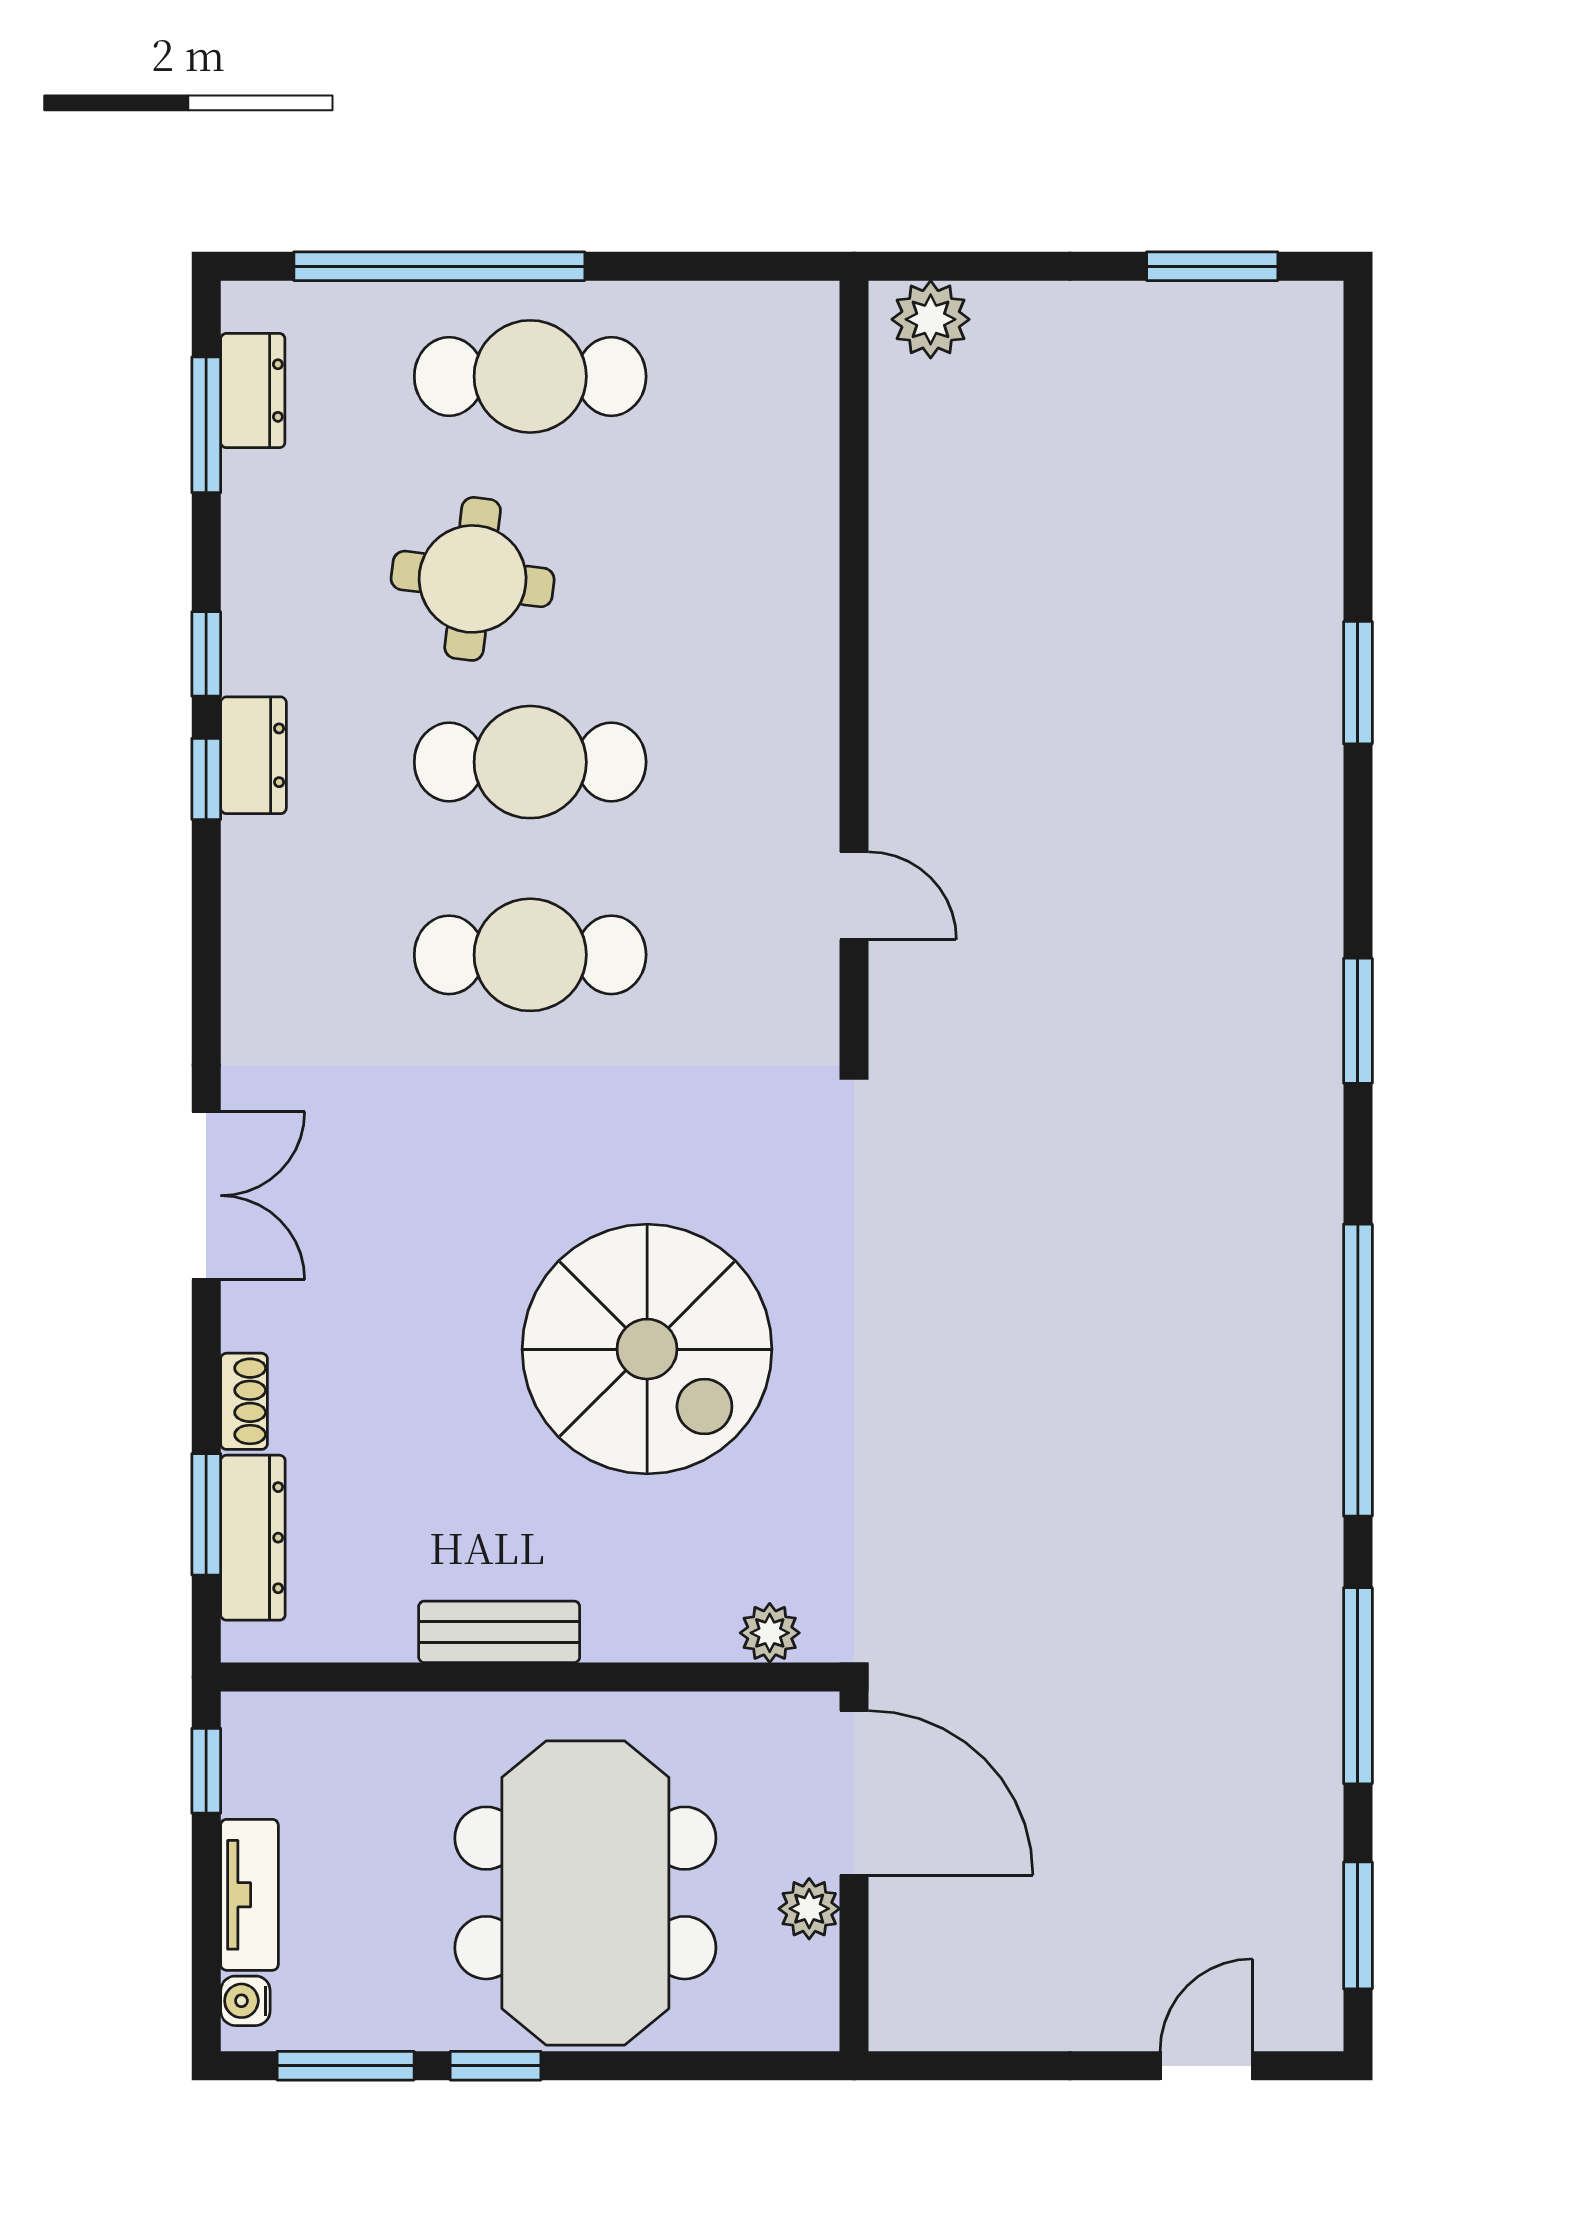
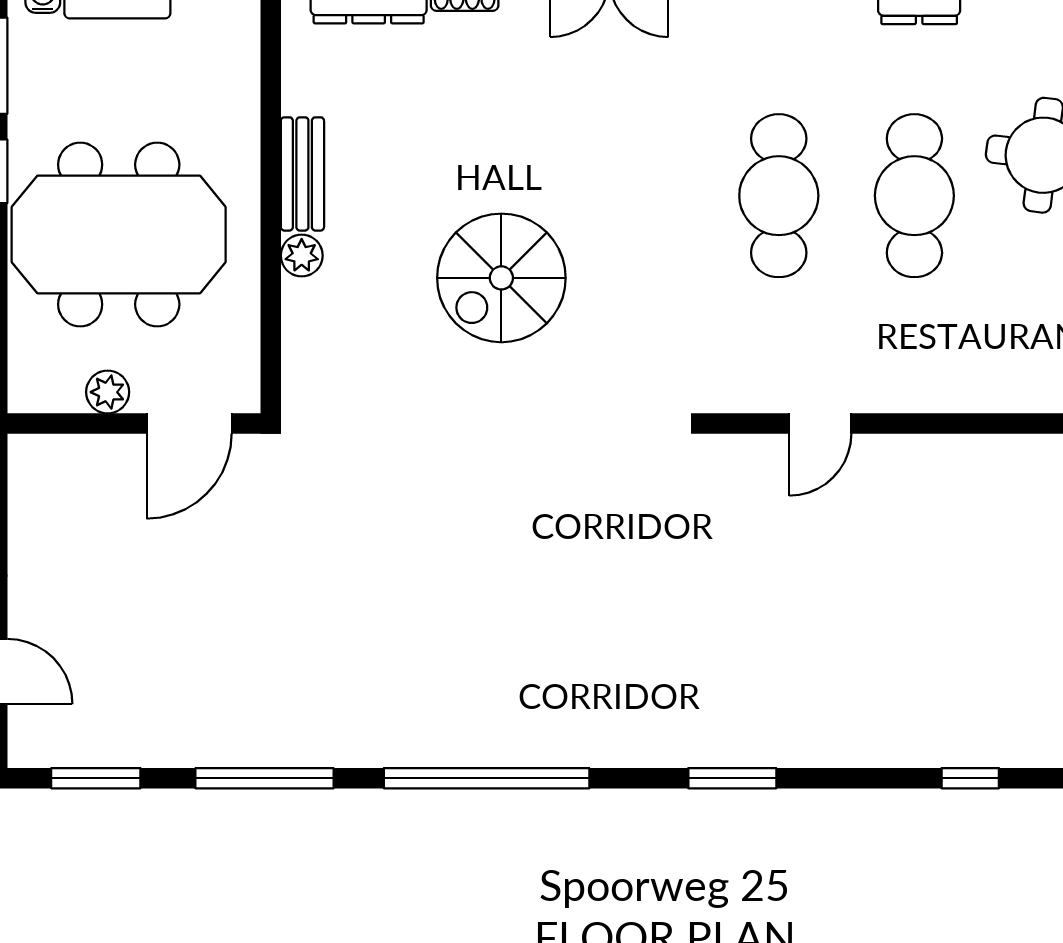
window: (1358, 683) -> (970, 778), width x0.67
spiral stairs: (647, 1349) -> (501, 278), width x0.73, depth x0.73
plant: (770, 1633) -> (302, 256), moved
door: (854, 1793) -> (189, 424), width x0.73

